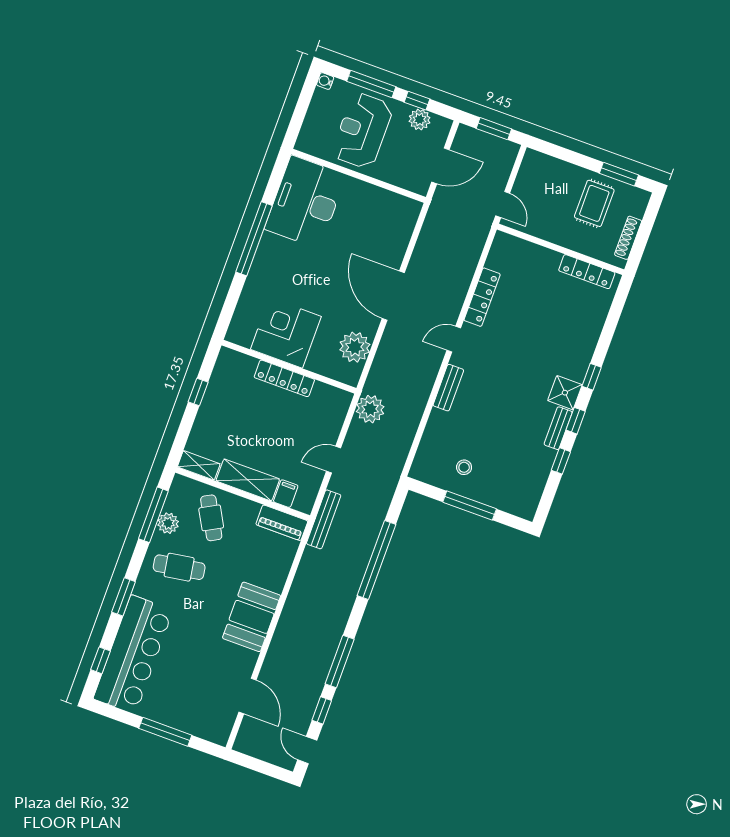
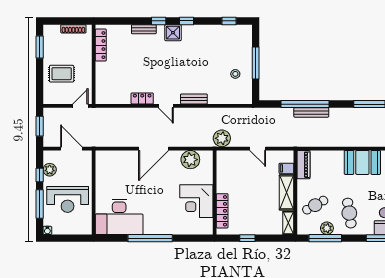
rug: (594, 203) -> (62, 74), moved
locker: (482, 297) -> (142, 98), width x0.66
locker: (284, 378) -> (222, 211), moved
bench: (558, 428) -> (144, 29), moved
window: (561, 461) -> (229, 21), moved
bench: (324, 519) -> (311, 112), moved

